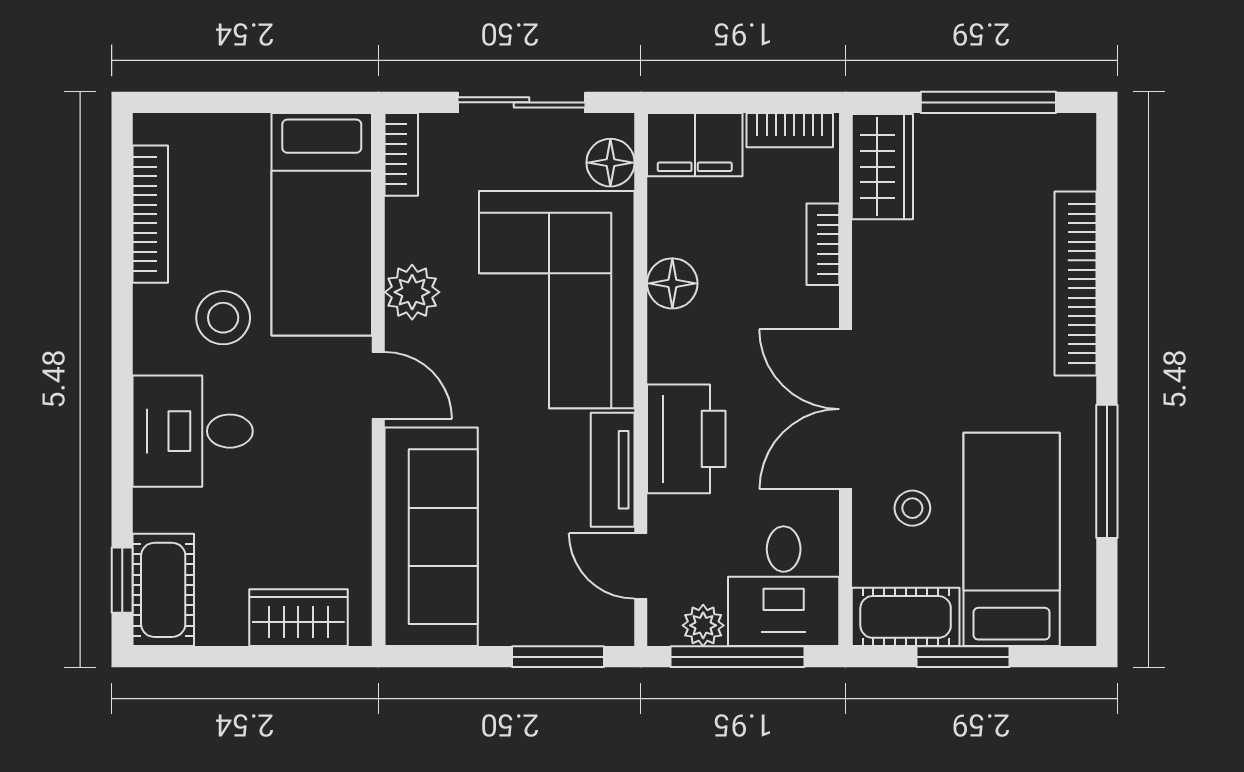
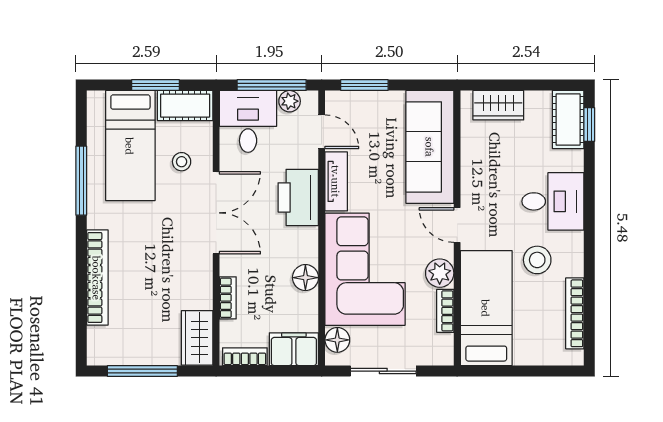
bookcase: (401, 154) -> (445, 311), moved

